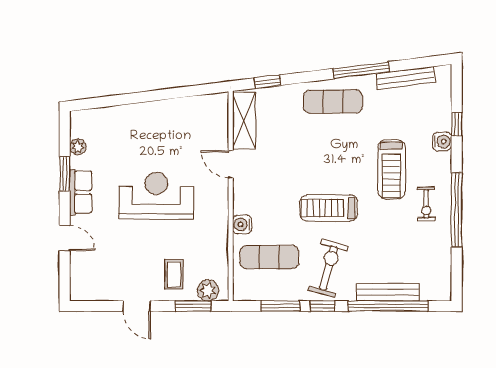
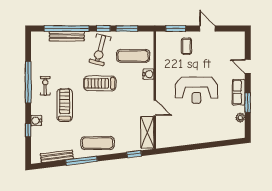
treadmill: (329, 208) -> (100, 83), turned 180
plant: (208, 291) -> (167, 37), removed

